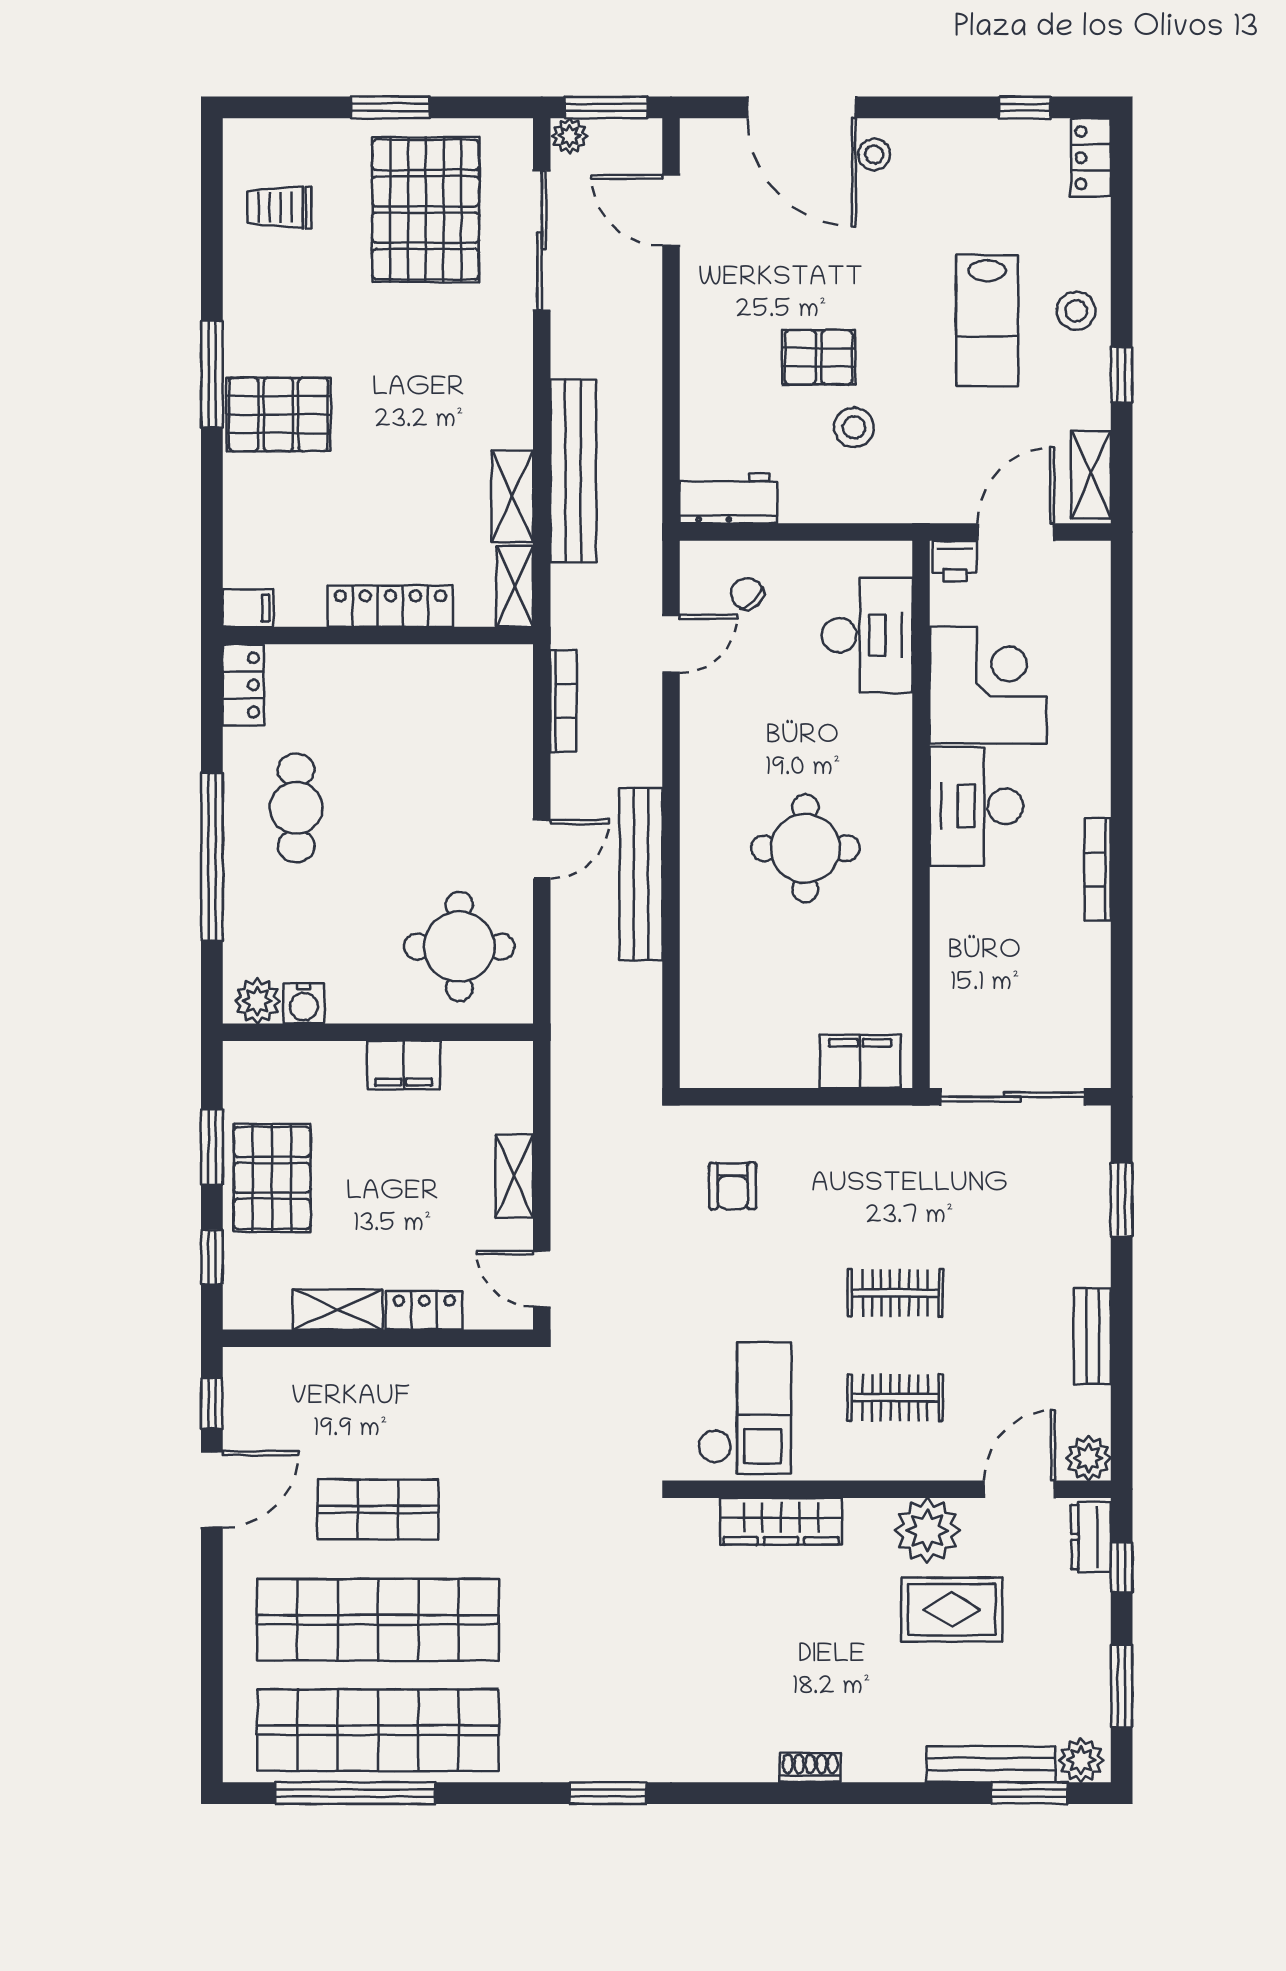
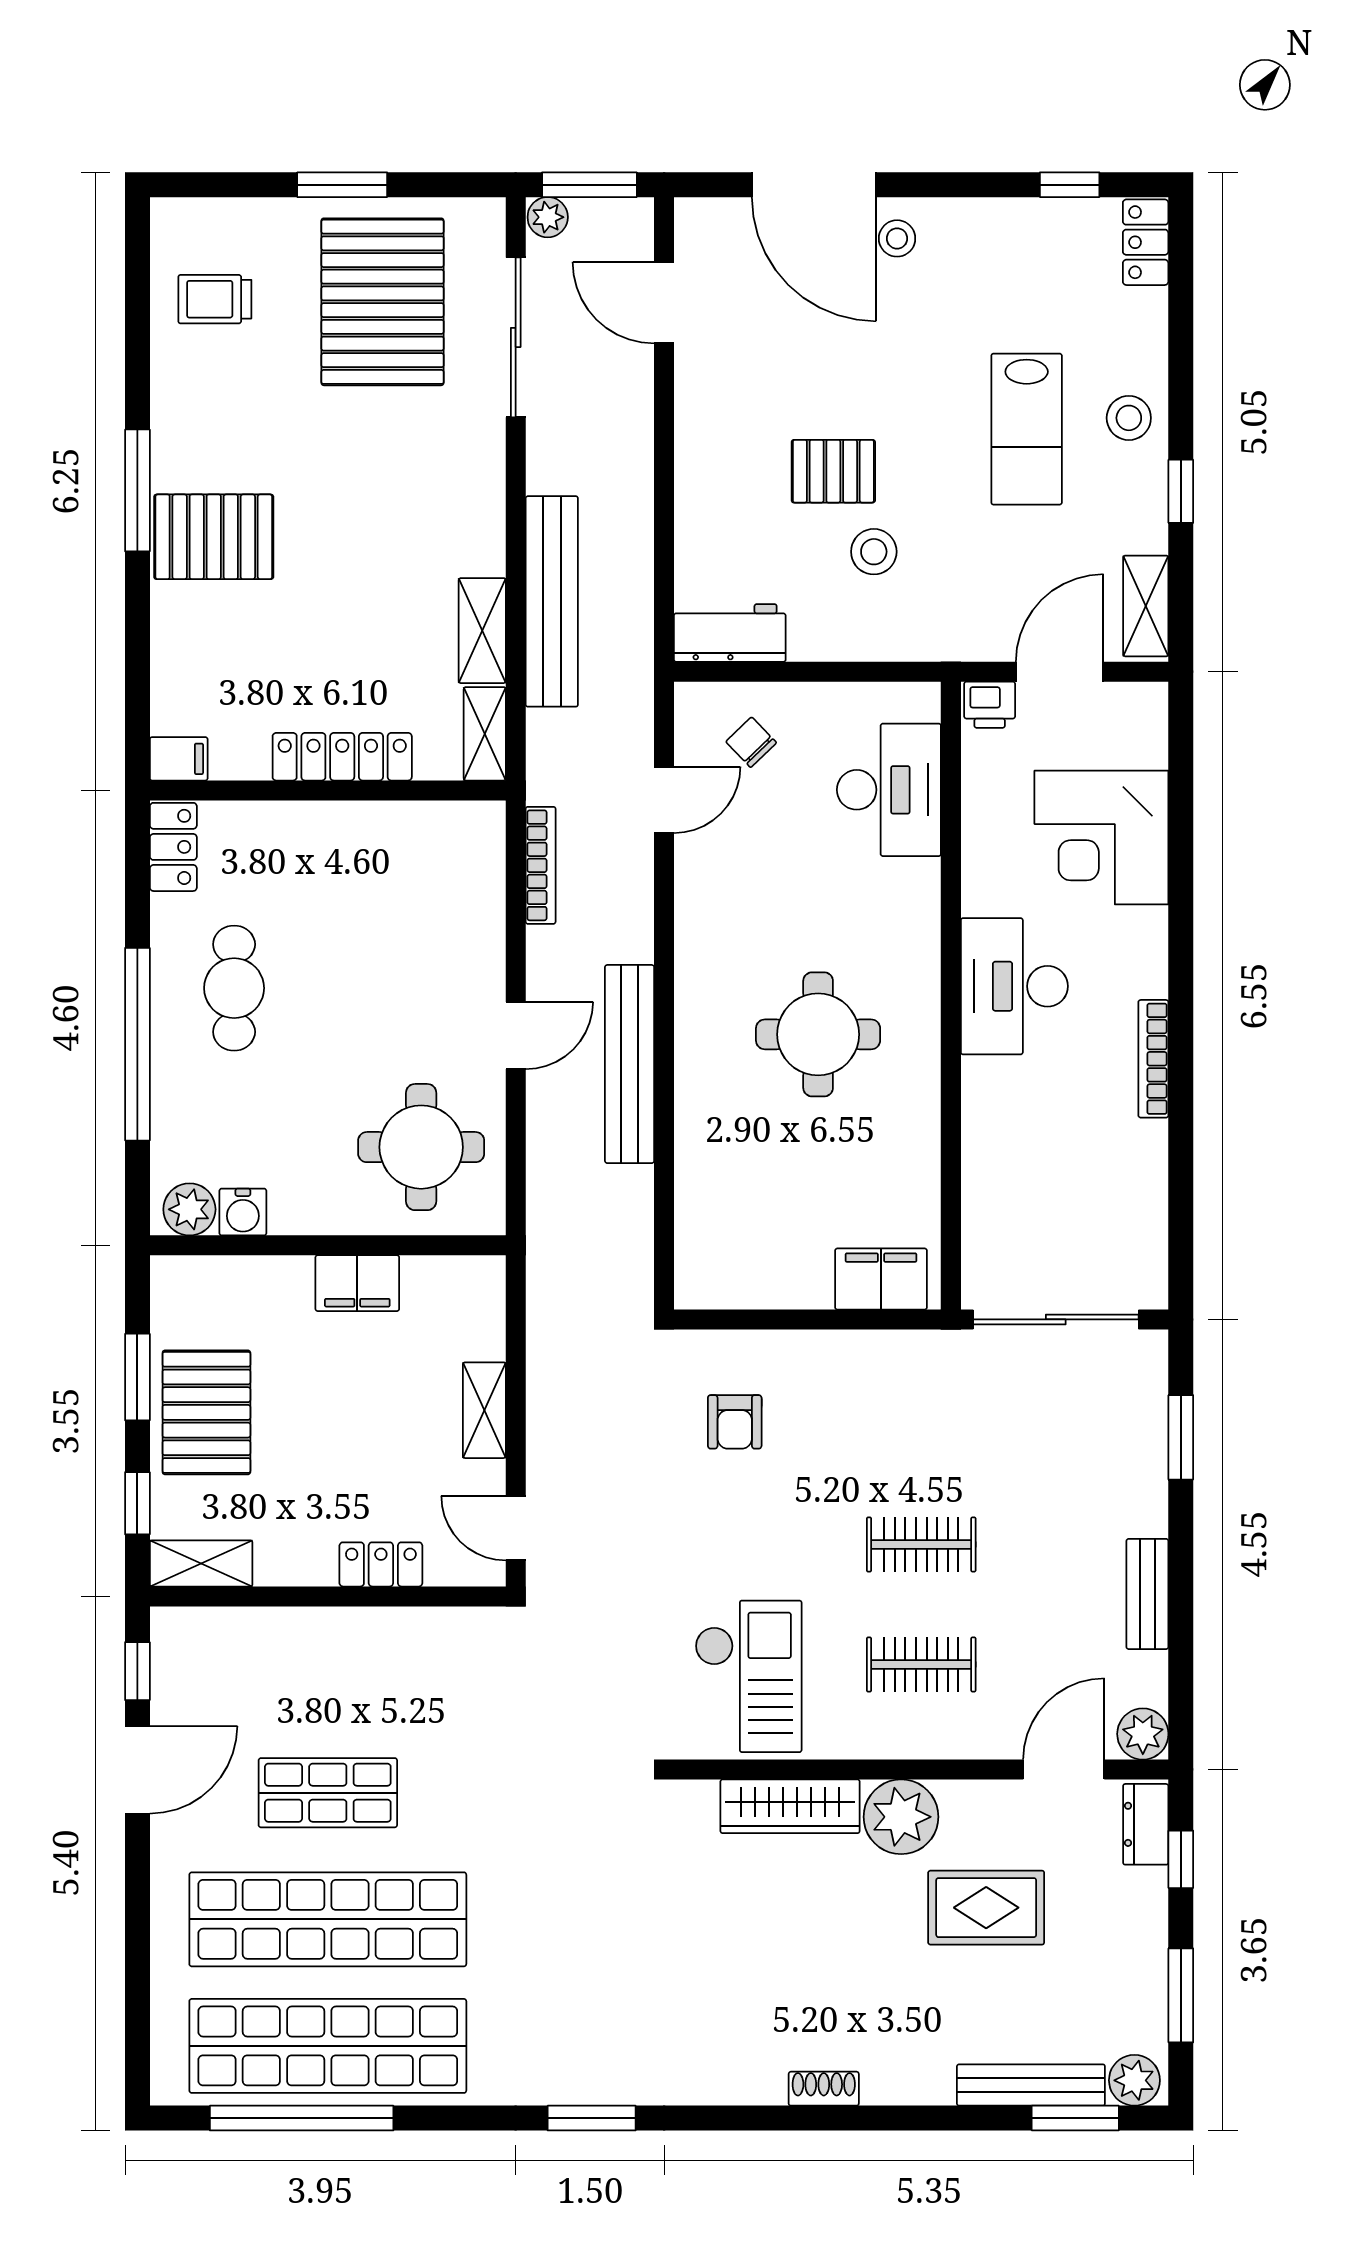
corner desk: (988, 685) -> (1101, 837), moved, turned 180
shelving: (338, 1309) -> (201, 1563), moved
plant: (927, 1530) -> (901, 1817), moved

